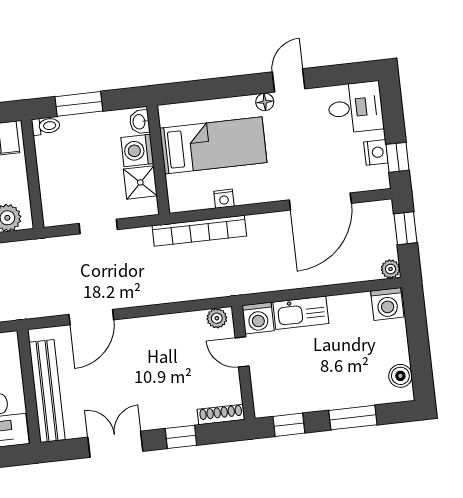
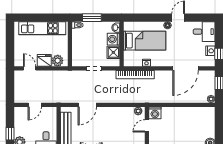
washing machine: (387, 304) -> (208, 113), removed
kitchen sink: (301, 313) -> (173, 113), removed
door: (242, 352) -> (147, 126), hinge flipped

